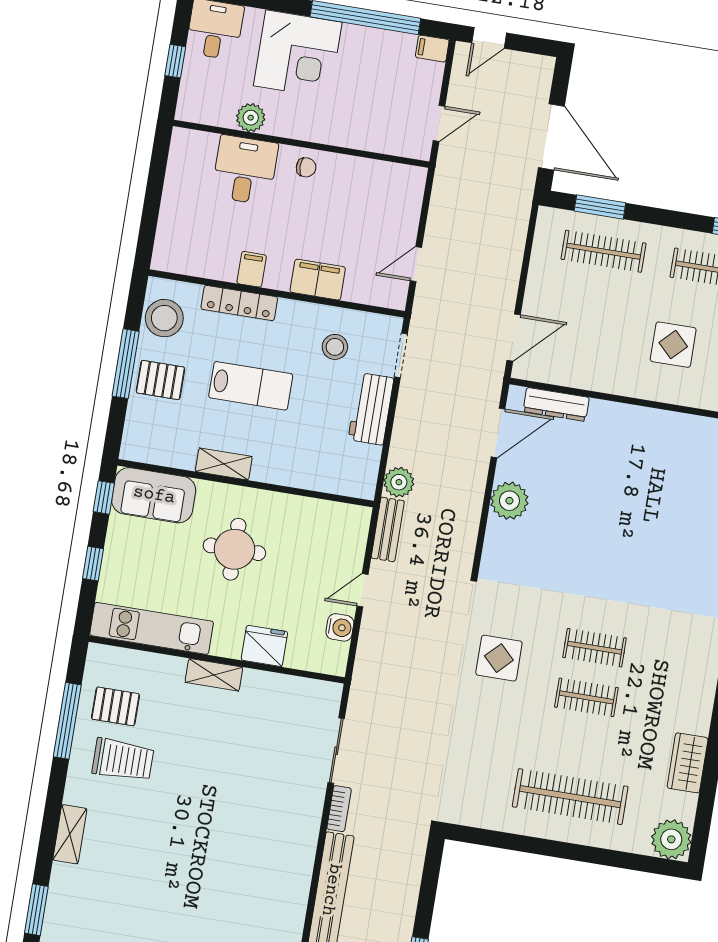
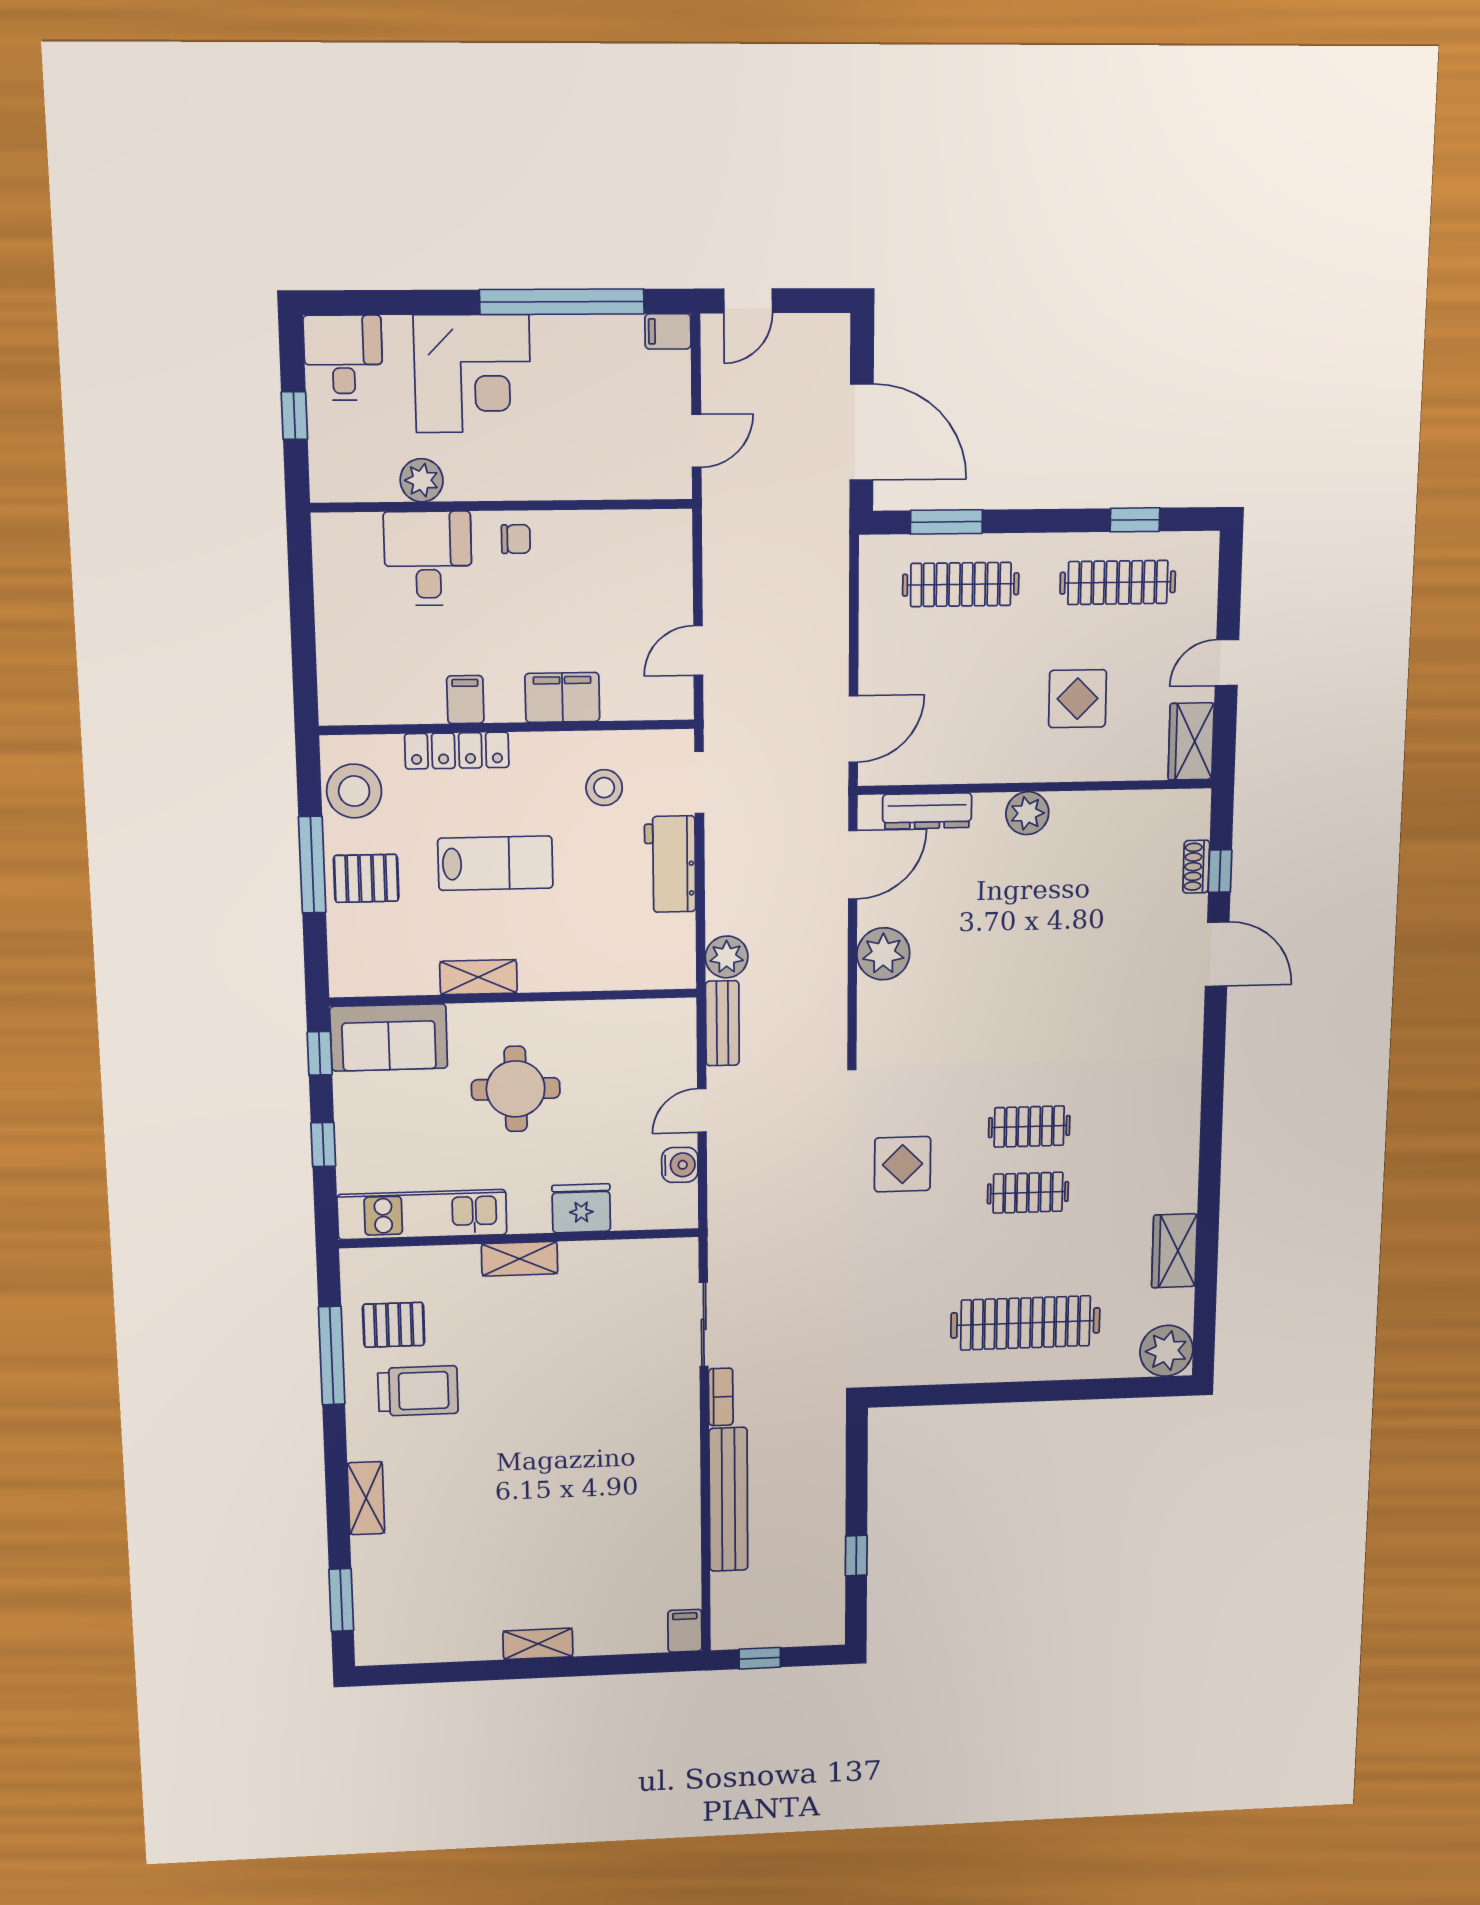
plant: (626, 419) -> (1027, 813), added

